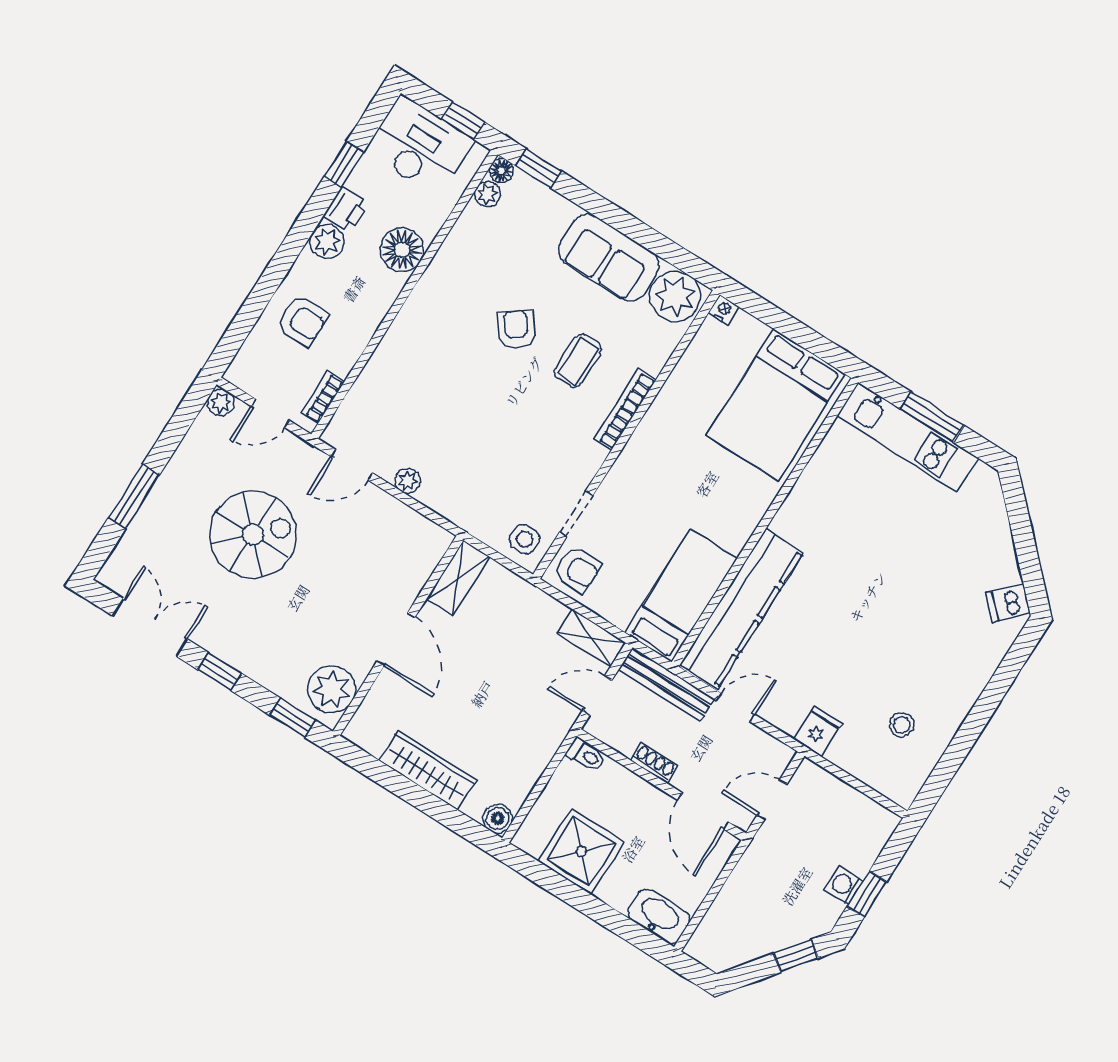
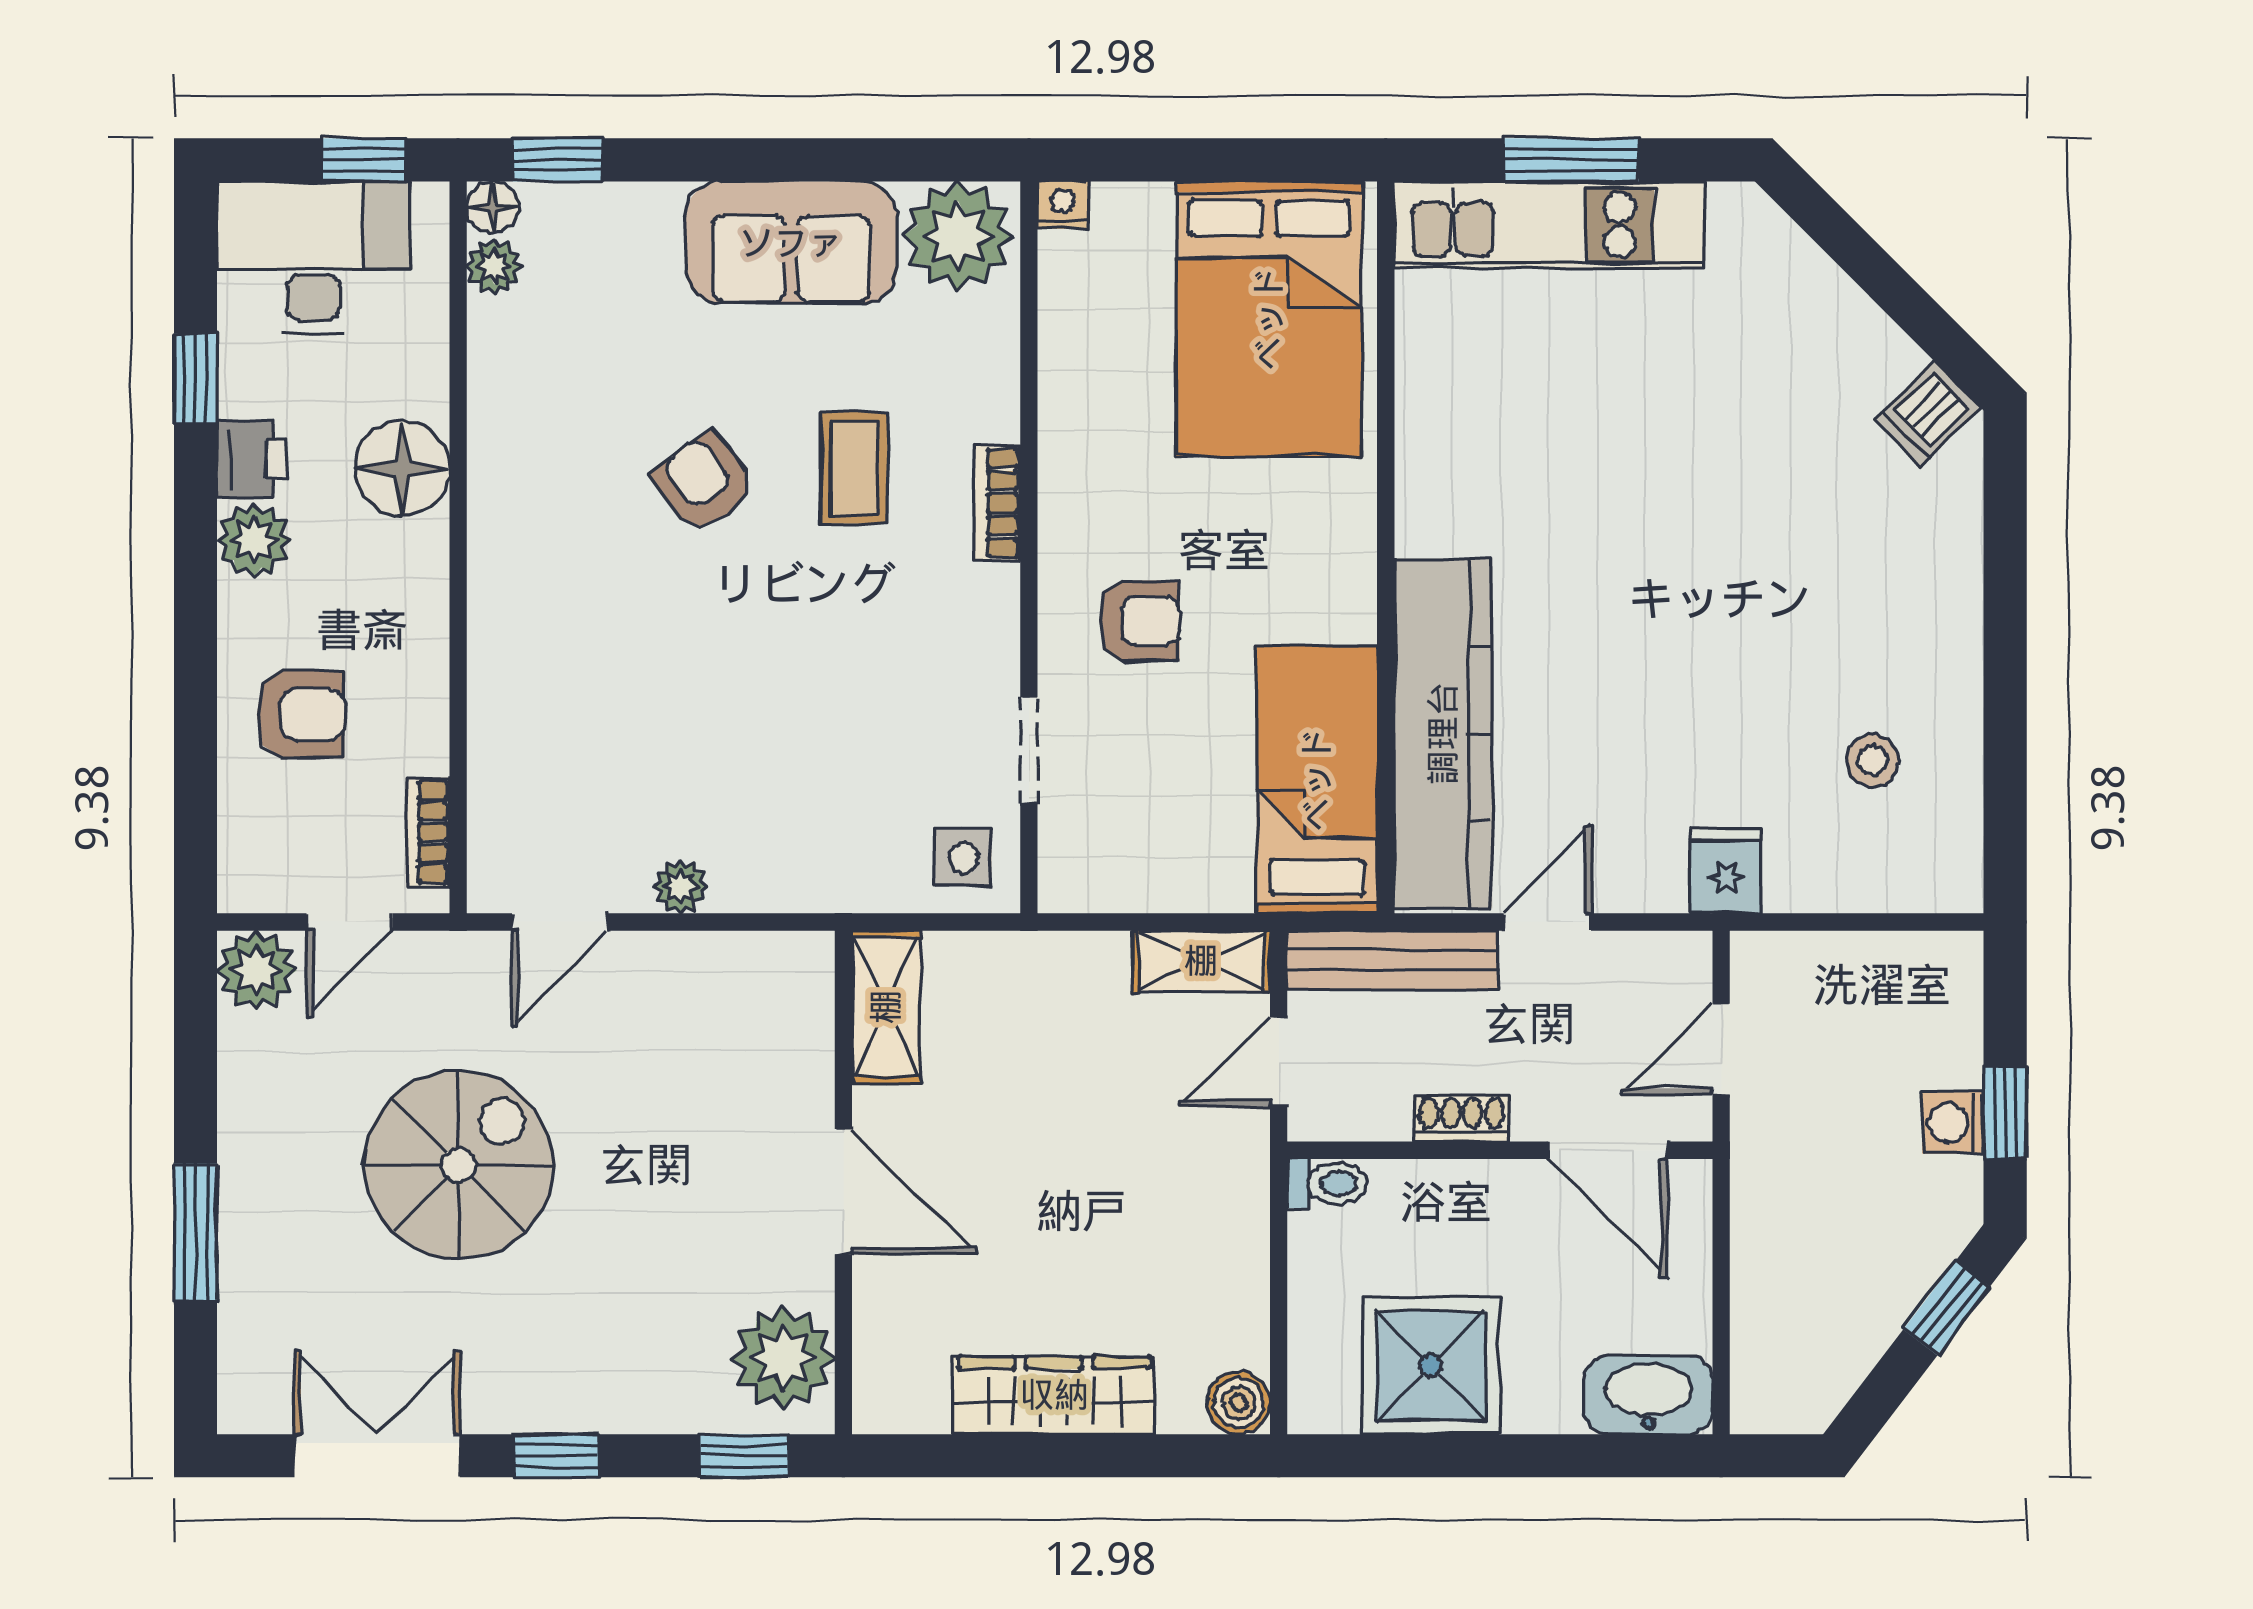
plant: (221, 402) -> (257, 970), width x1.38, depth x1.38
bookcase: (625, 409) -> (997, 503), width x0.64
armchair: (578, 569) -> (1139, 621), moved

